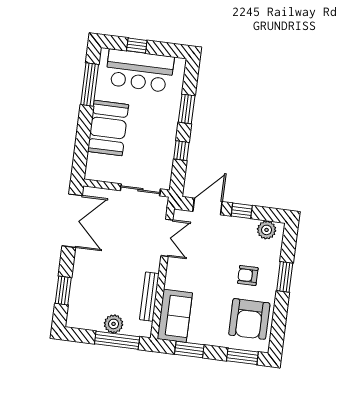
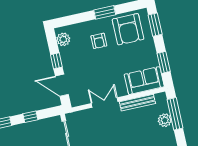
double door: (167, 238) -> (105, 103), moved
window: (285, 277) -> (105, 12), moved
armchair: (249, 319) -> (128, 29), turned 90

